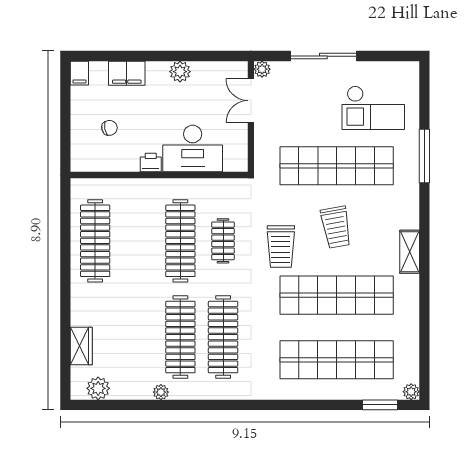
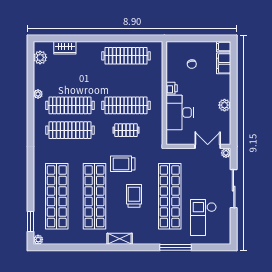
filing cabinet: (127, 73) -> (224, 63), moved
trolley: (336, 227) -> (134, 196), turned 100

